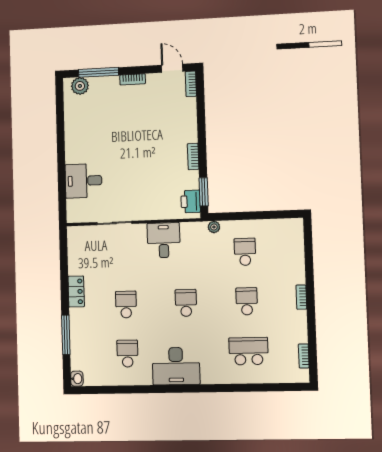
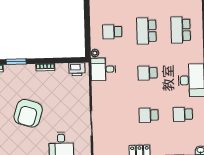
armchair: (128, 133) -> (28, 113), added
window: (204, 192) -> (16, 62), moved
desk: (164, 240) -> (103, 69), moved
school desk: (247, 301) -> (146, 31), width x1.85

